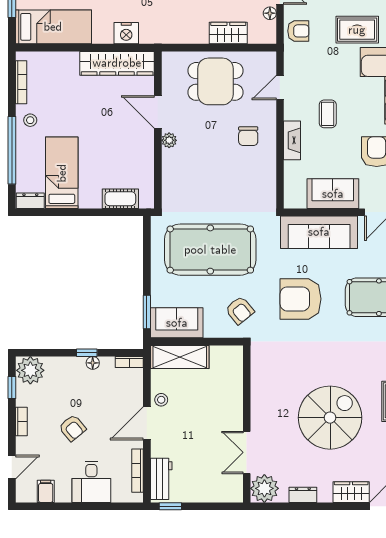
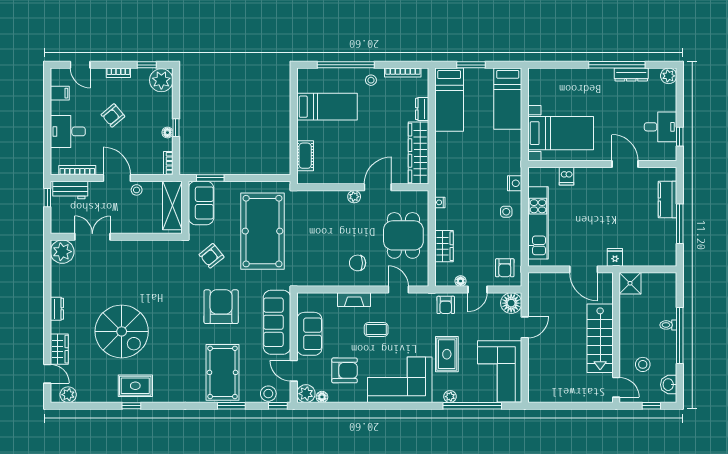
nightstand: (126, 33) -> (440, 202), moved, width x0.53, depth x0.56
dresser: (30, 201) -> (422, 109), moved, turned 180
wall: (247, 424) -> (116, 237), moved
double door: (247, 452) -> (92, 237), moved
plant: (264, 488) -> (62, 252), moved

